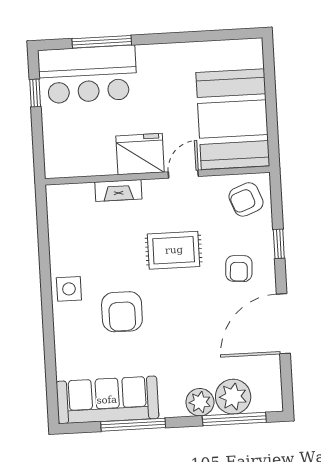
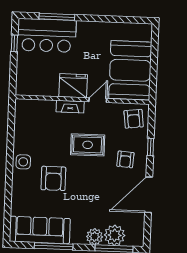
fireplace: (118, 190) -> (70, 107), moved
armchair: (246, 199) -> (134, 119), turned -76

